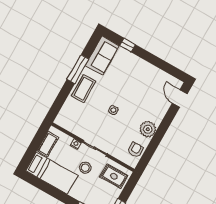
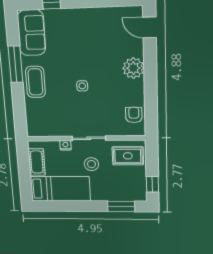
plant: (148, 129) -> (133, 68), moved

